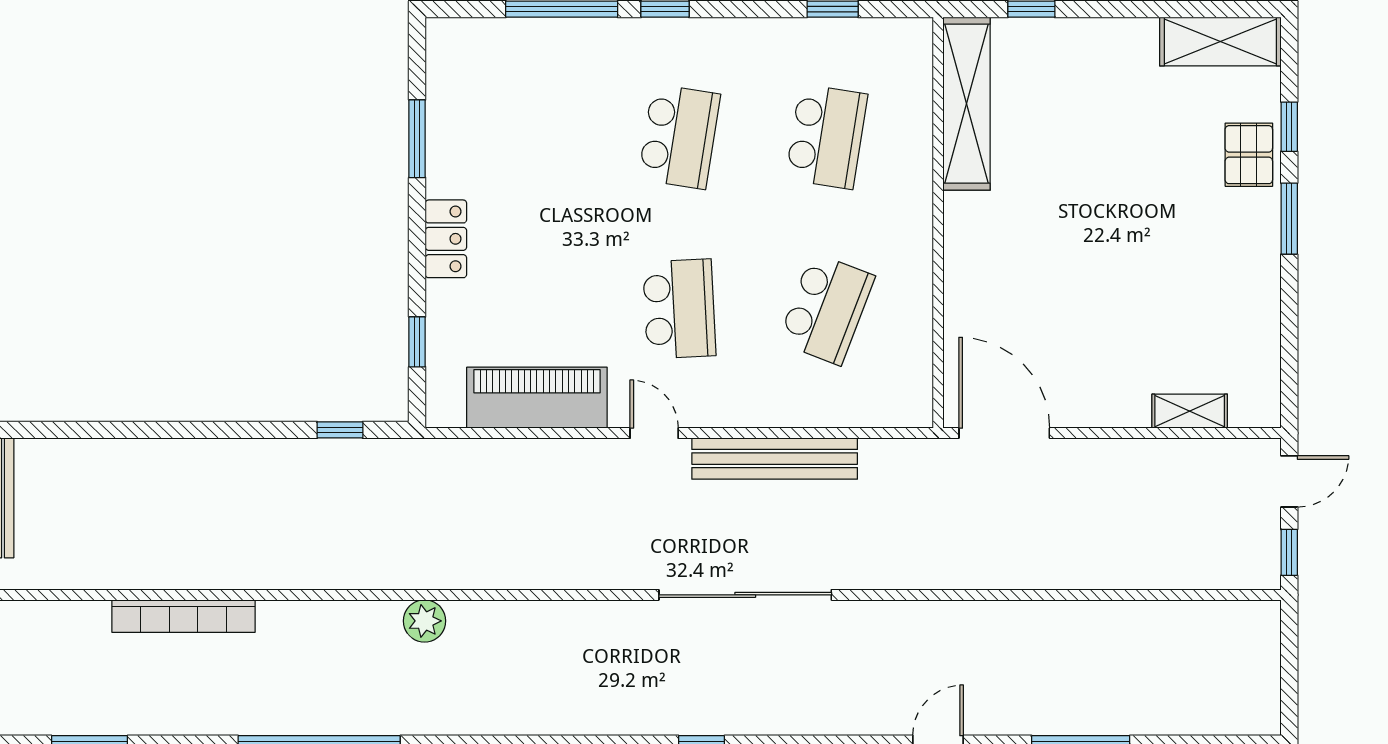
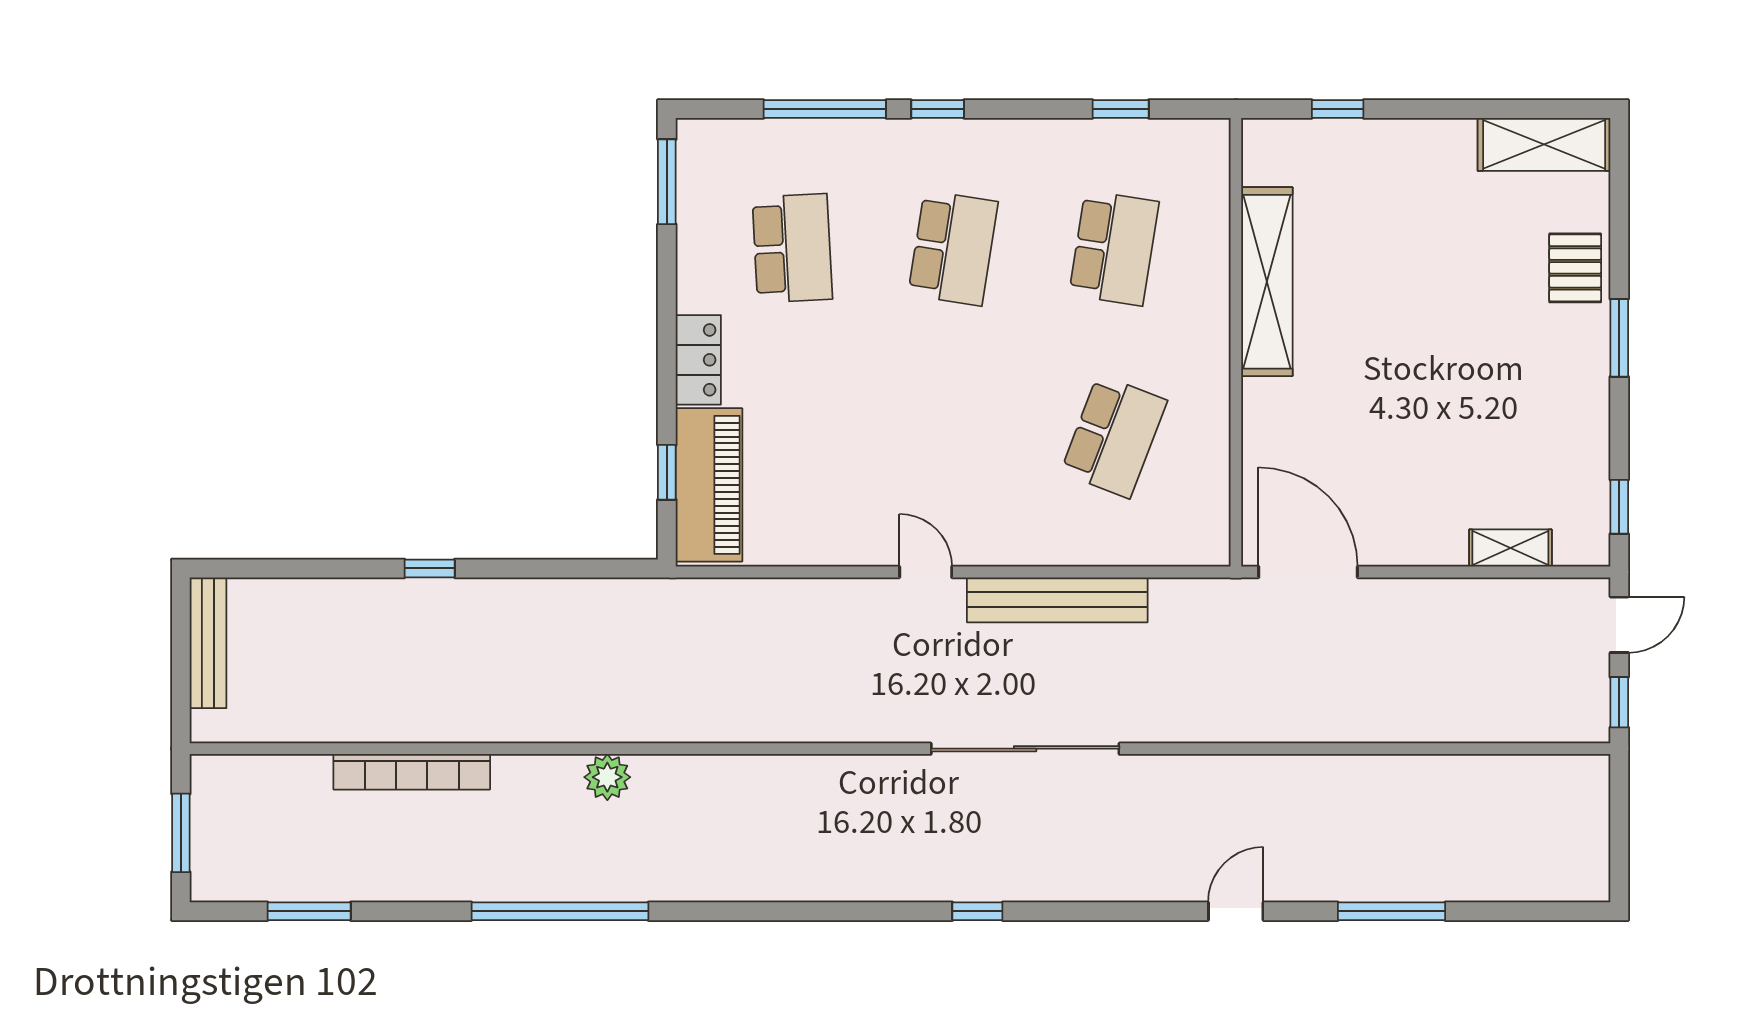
shelving: (967, 104) -> (1267, 282), moved
window: (1289, 127) -> (1619, 507), moved
window: (417, 139) -> (667, 182), moved
school desk: (679, 309) -> (792, 248), moved
piano: (537, 398) -> (709, 485), moved, turned 90
window: (340, 430) -> (430, 568), moved
plant: (425, 621) -> (607, 777), moved

